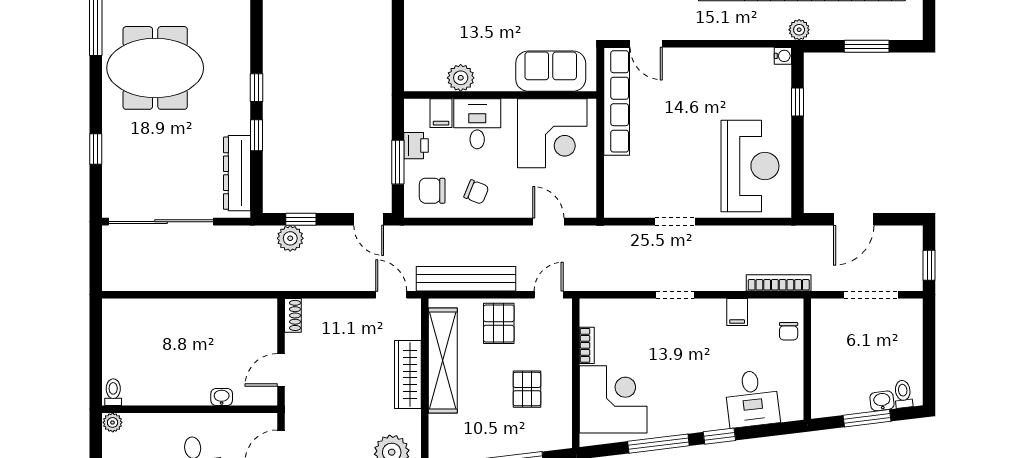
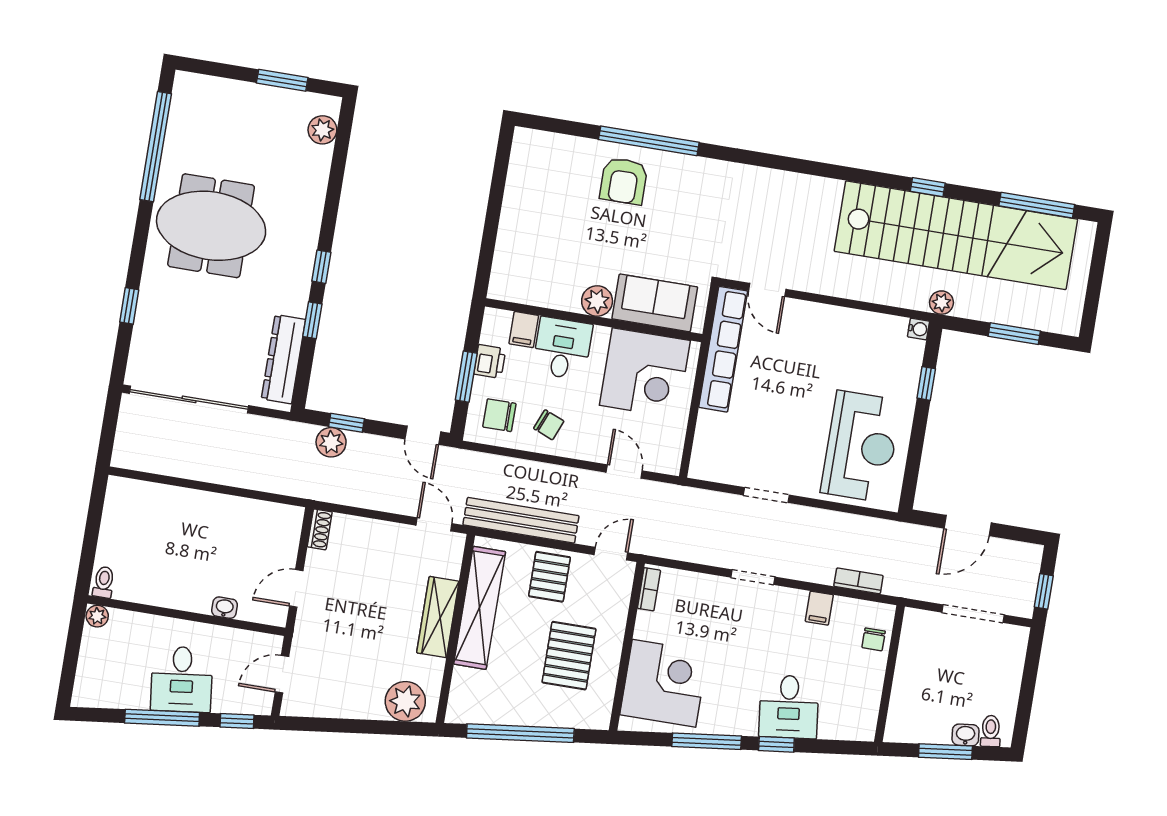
plant: (461, 78) -> (597, 301), moved
bookcase: (779, 283) -> (858, 581), width x0.64
bookcase: (587, 345) -> (649, 589), moved
pallet: (527, 389) -> (569, 656), width x1.50, depth x1.42
desk: (752, 399) -> (789, 707), moved

